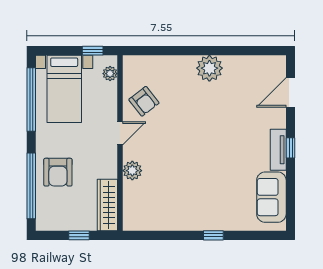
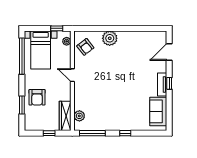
plant: (209, 68) -> (110, 38), moved
armchair: (144, 101) -> (85, 47), moved
door: (120, 133) -> (72, 75), swing flipped
plant: (132, 171) -> (79, 116), moved
window: (31, 186) -> (22, 105), width x0.47
window: (156, 235) -> (92, 133), added

